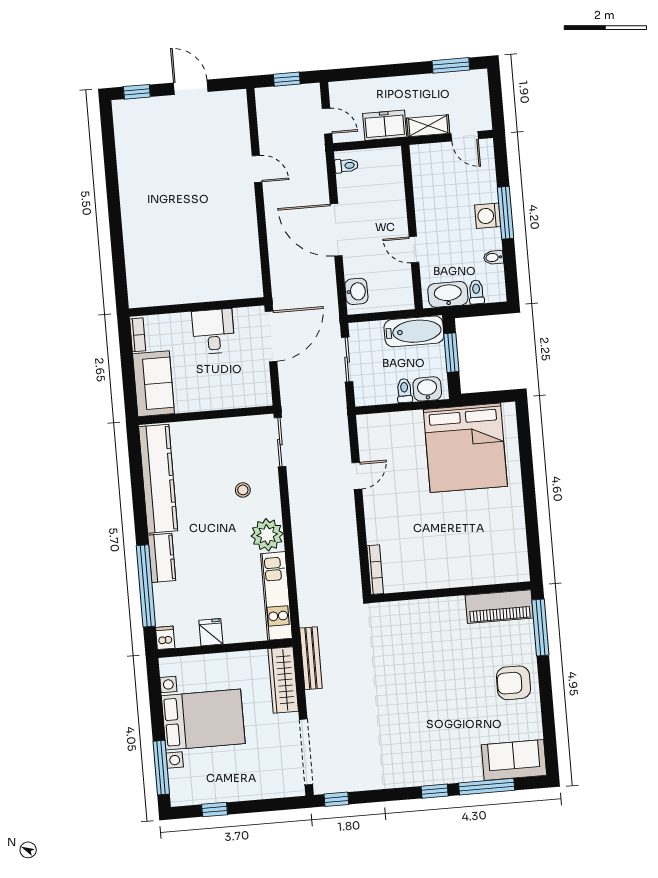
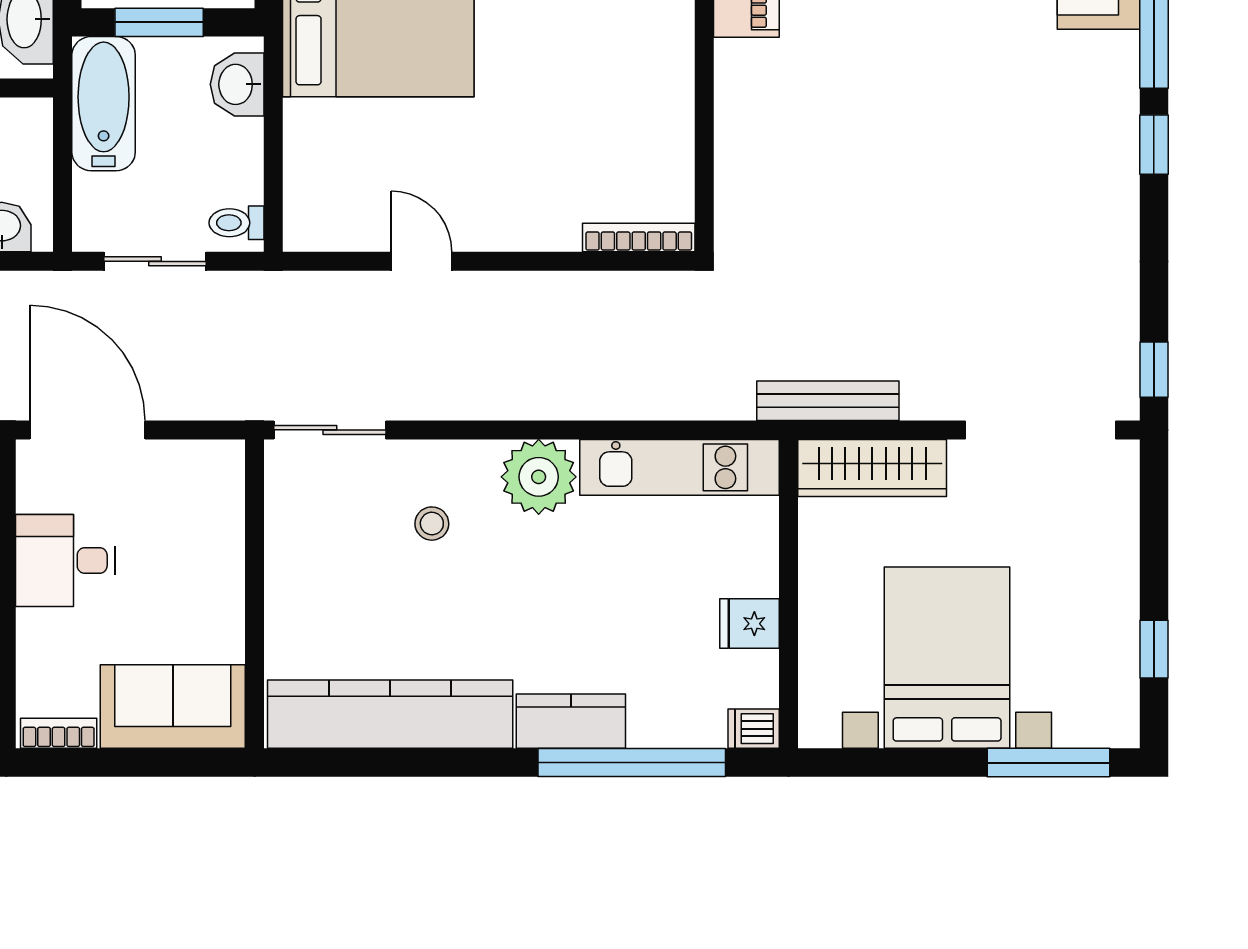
toilet: (404, 391) -> (237, 223), moved

